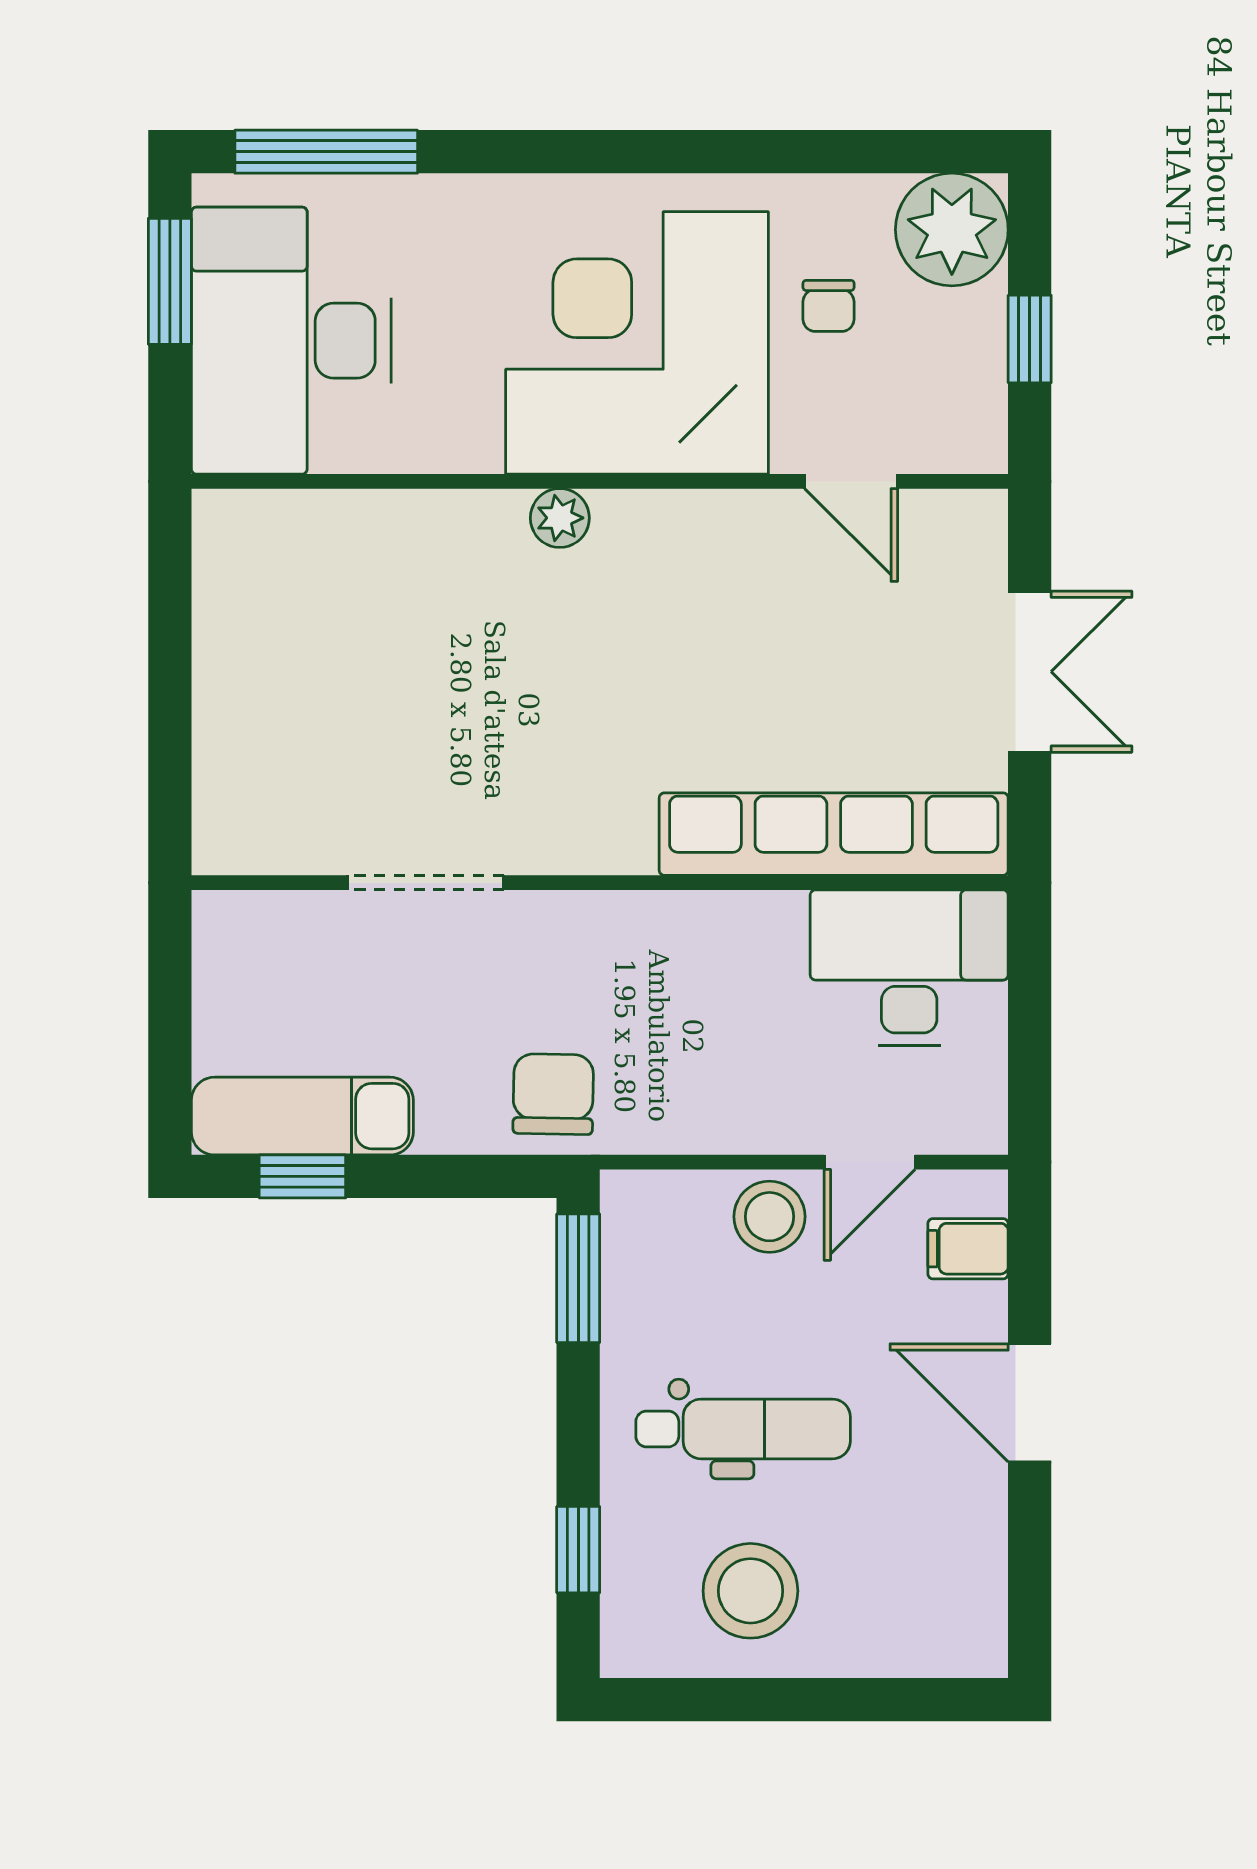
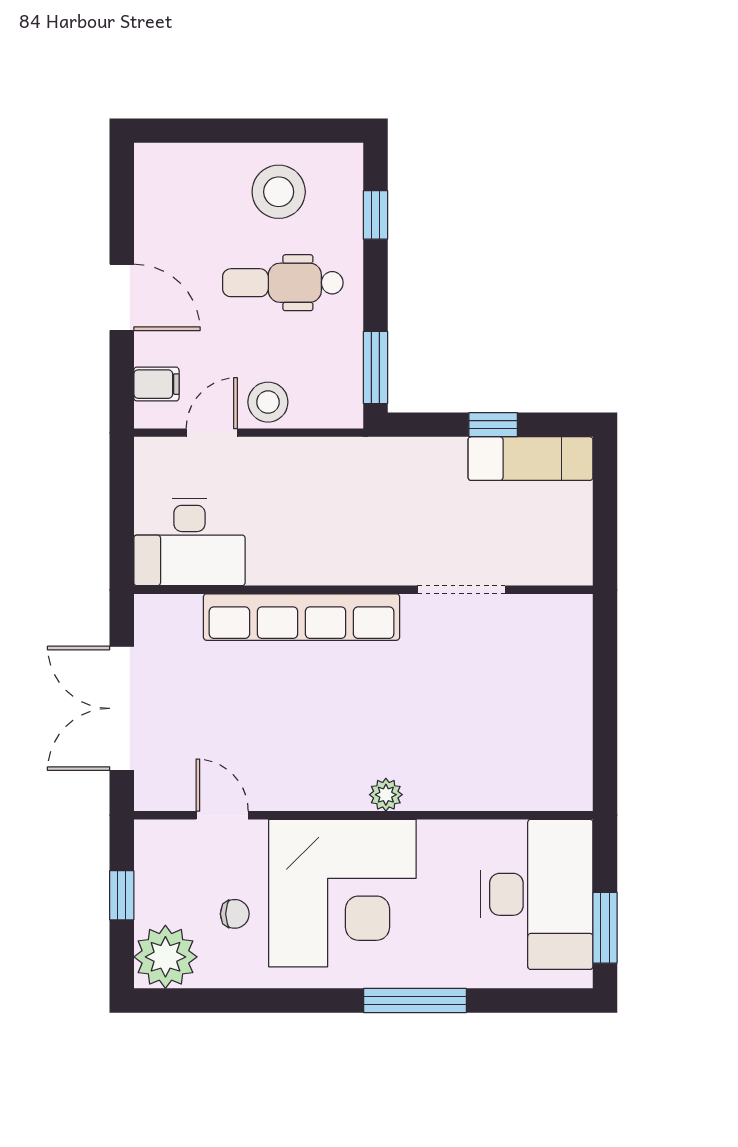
window: (326, 152) -> (415, 1001), moved
chair: (829, 306) -> (235, 914), turned 90
double door: (1030, 672) -> (122, 708), width x1.37
row of seats: (834, 834) -> (302, 617), moved
chair: (553, 1094) -> (390, 471), removed
window: (302, 1176) -> (493, 425), moved

